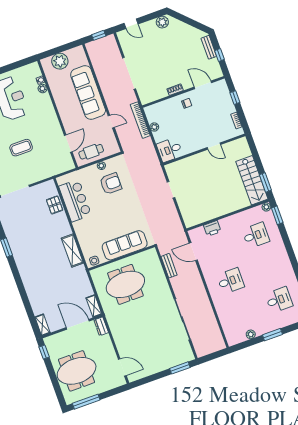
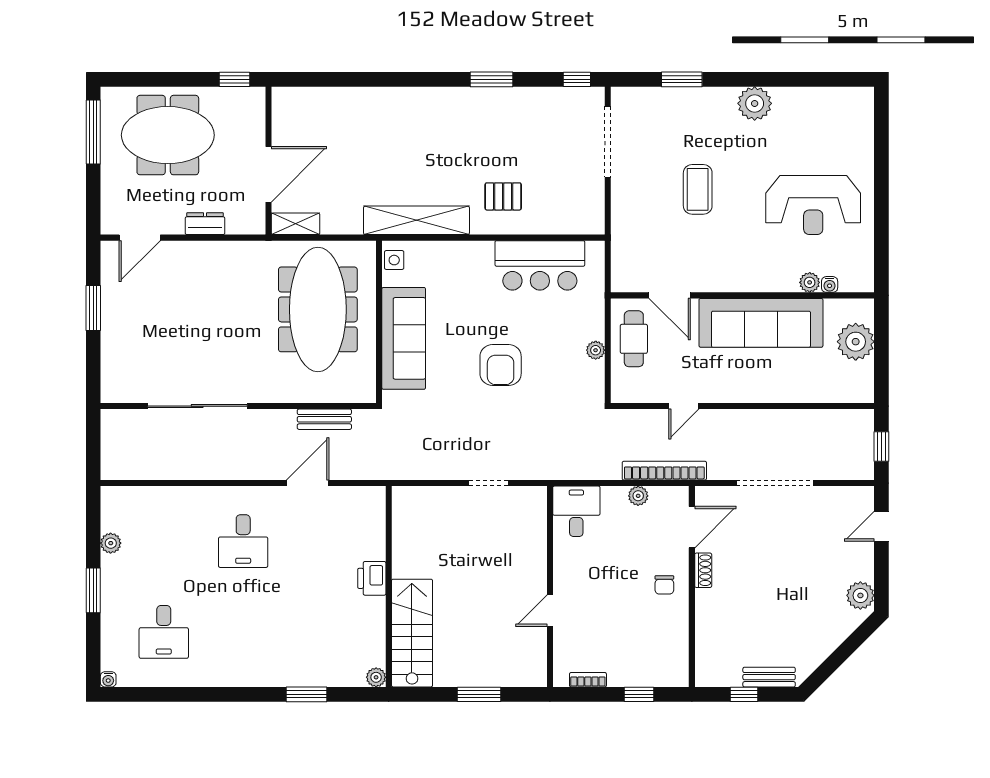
door: (203, 85) -> (692, 527), moved
sofa: (88, 92) -> (761, 323), moved, turned 180
stairs: (252, 180) -> (412, 633), moved, turned 90
window: (265, 182) -> (479, 694), moved
armchair: (111, 184) -> (501, 365), moved
pallet: (55, 205) -> (503, 196), moved
window: (277, 215) -> (307, 694), moved
printer: (212, 228) -> (372, 578), moved
desk: (256, 235) -> (323, 632), removed
shelving: (72, 251) -> (416, 220), width x1.47
door: (193, 252) -> (308, 483), moved
meeting table: (125, 284) -> (318, 309), width x1.36
shelving: (43, 325) -> (295, 97), removed
dresser: (101, 326) -> (205, 224), moved
window: (180, 368) -> (93, 308), moved
meeting table: (77, 371) -> (168, 135), turned 90

